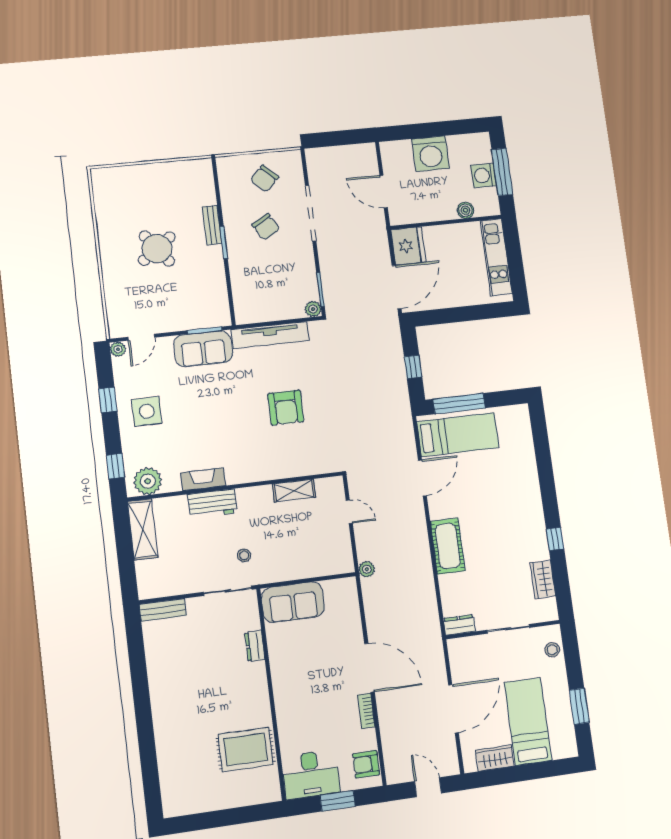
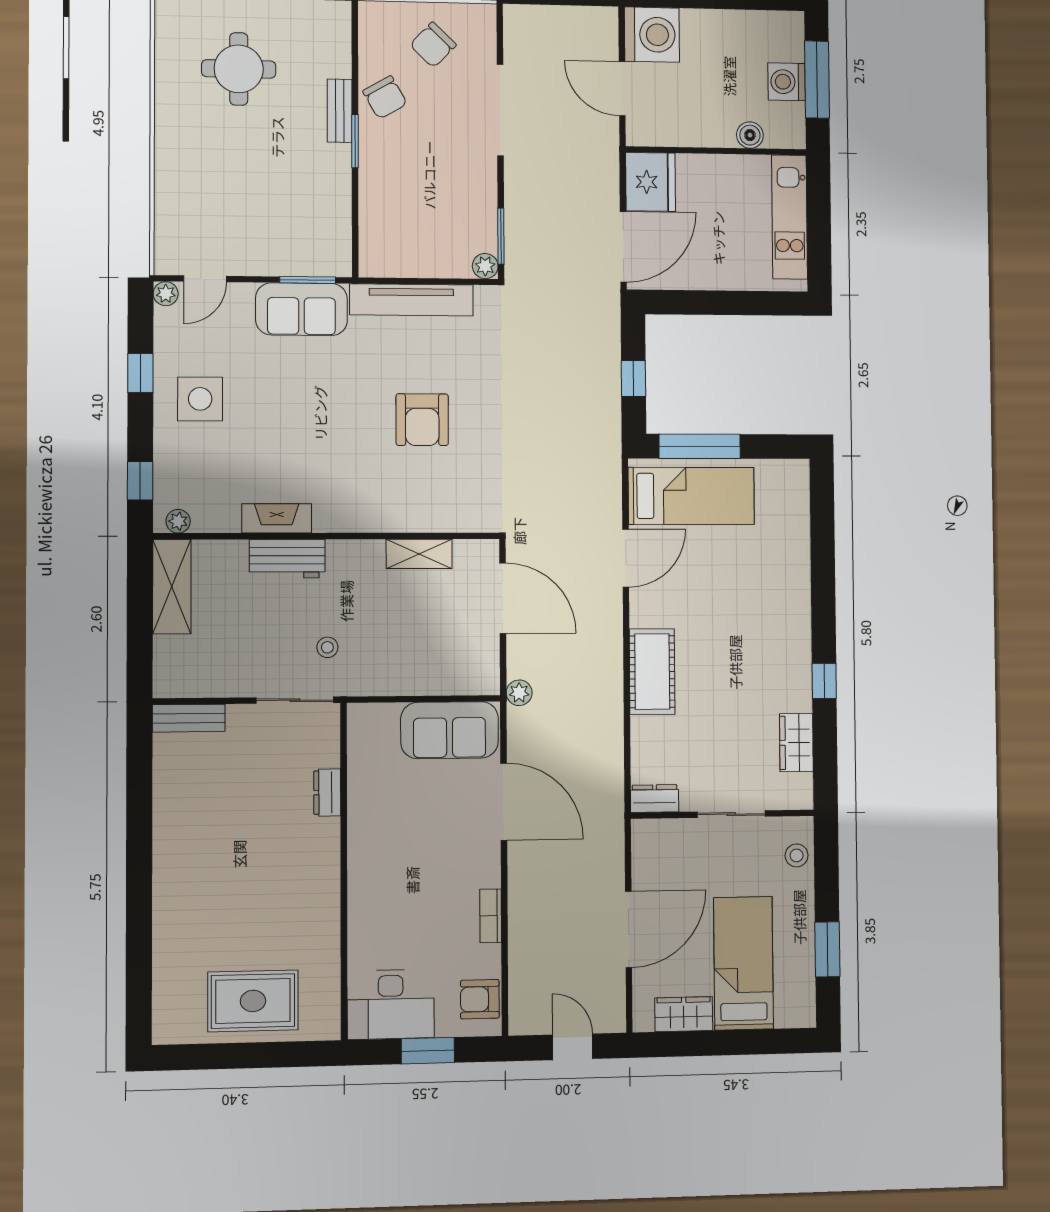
washing machine: (431, 154) -> (652, 35), moved, turned -90
chair: (266, 227) -> (385, 97), moved
round table: (157, 249) -> (239, 69), moved, turned 37
plant: (148, 481) -> (178, 521), width x0.53, depth x0.53
door: (349, 512) -> (503, 598), width x1.87
sofa: (293, 602) -> (450, 730), moved
door: (369, 668) -> (504, 802), moved
rug: (246, 749) -> (253, 1001), moved

